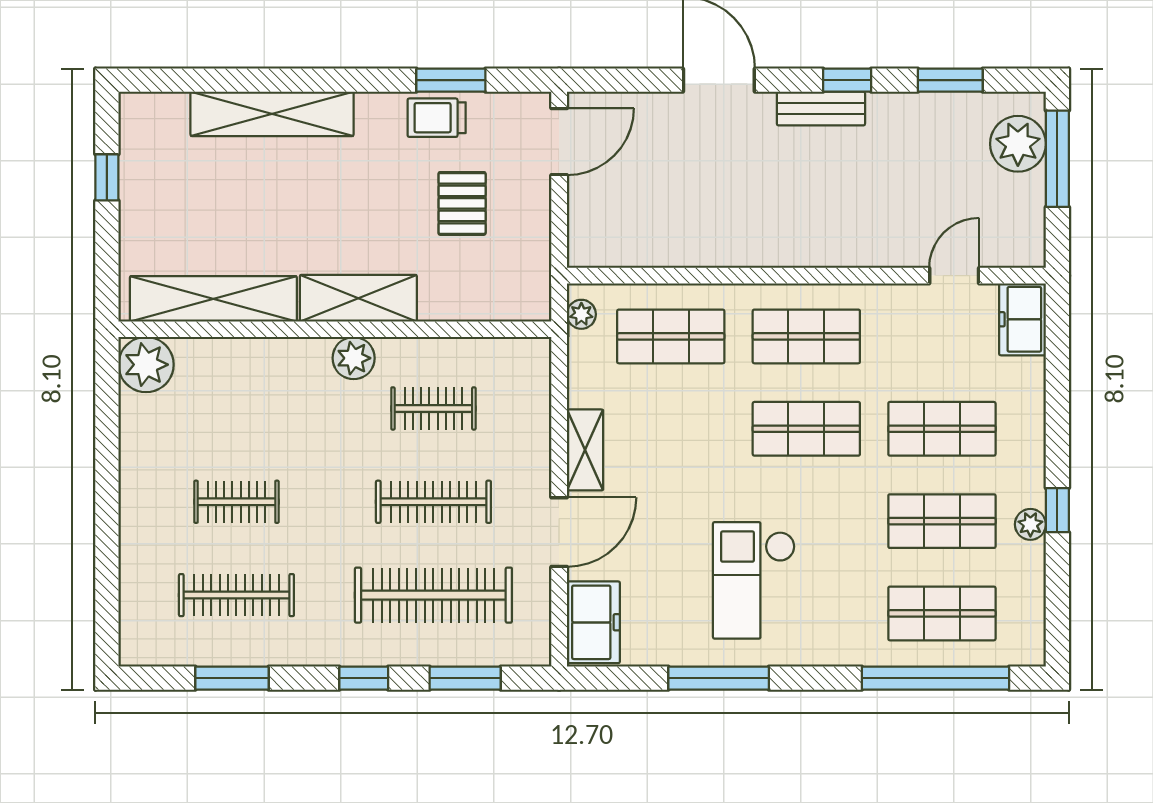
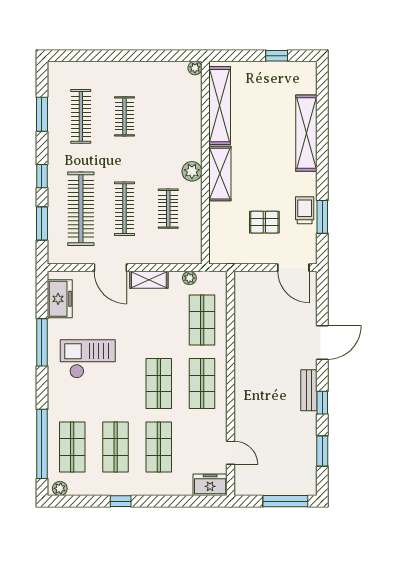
plant: (1018, 144) -> (292, 483), removed
plant: (581, 314) -> (189, 278), moved
plant: (146, 365) -> (195, 68), width x0.53, depth x0.53
plant: (1030, 524) -> (60, 488), moved
freezer: (593, 622) -> (60, 299), moved, turned -90

